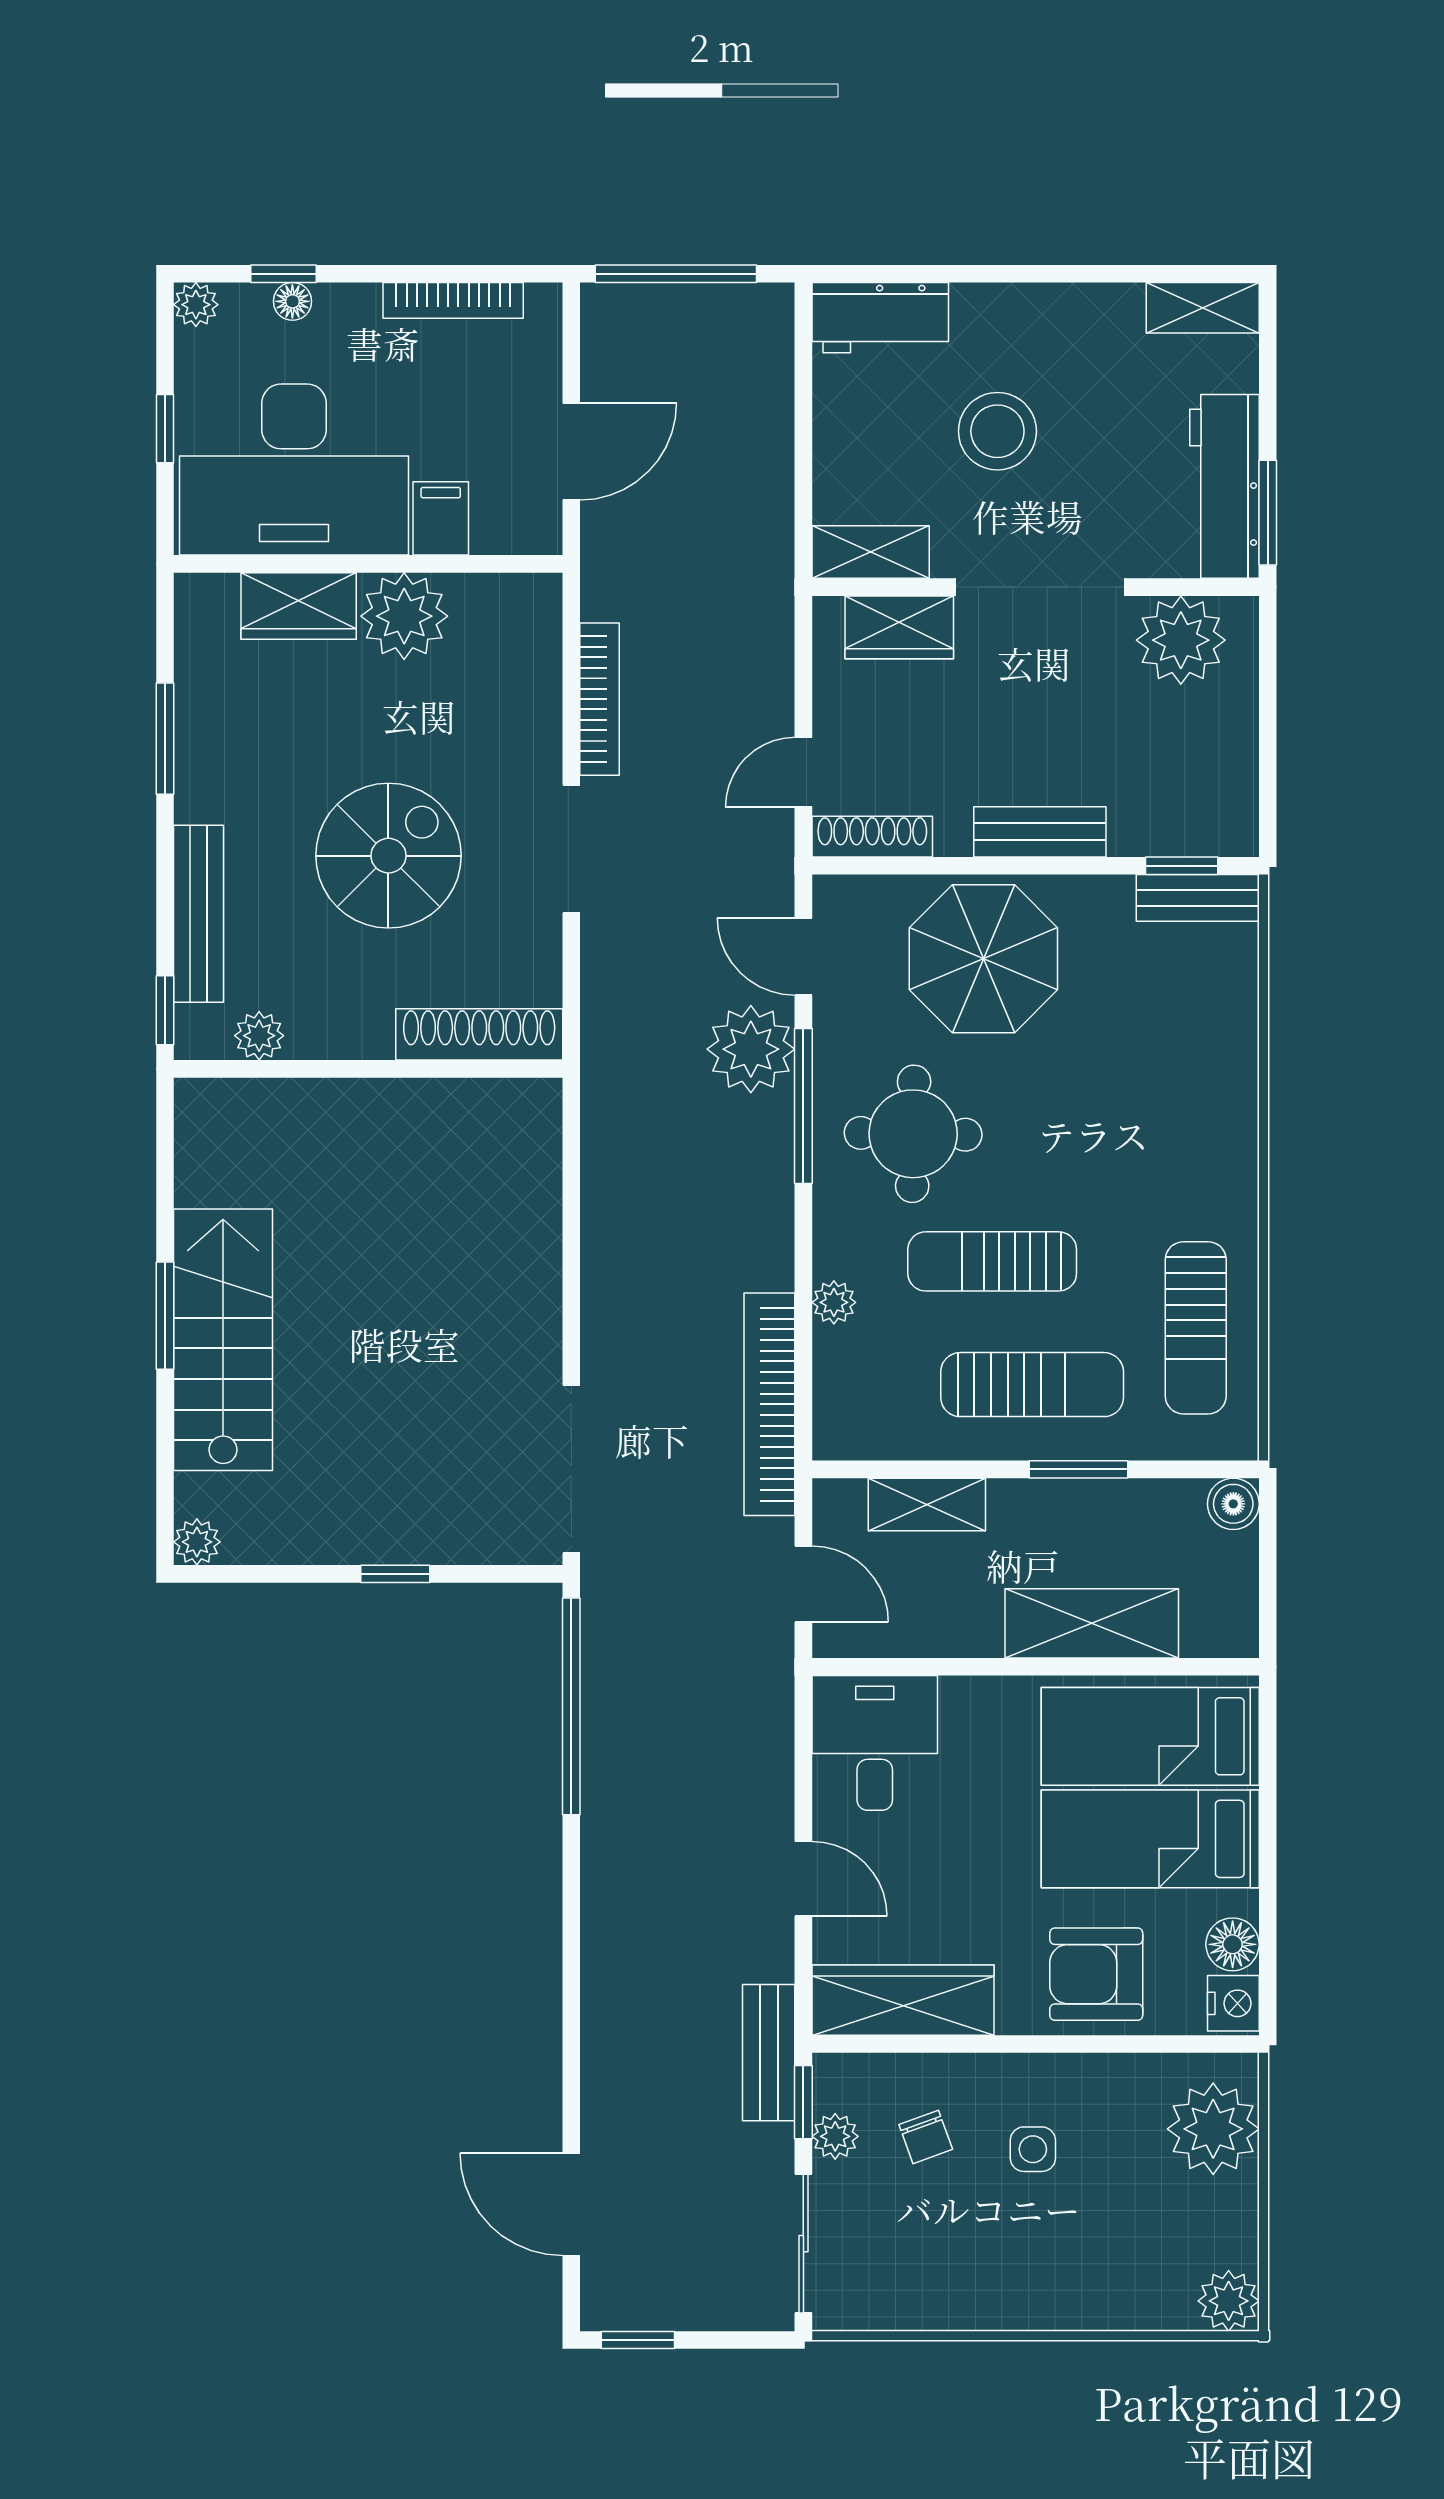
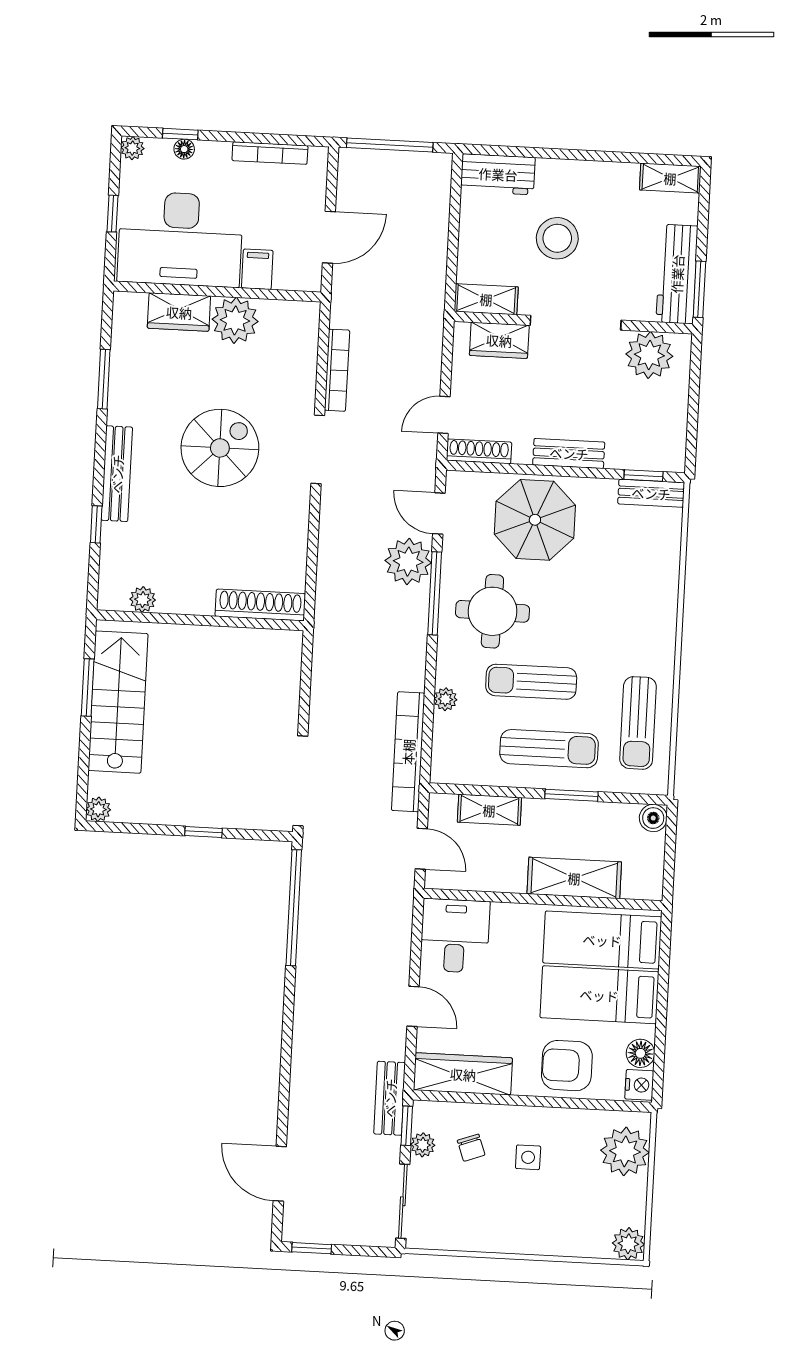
shoe rack: (479, 1034) -> (260, 605), moved
plant: (259, 1036) -> (143, 600), moved
wall: (368, 1069) -> (200, 620), moved

